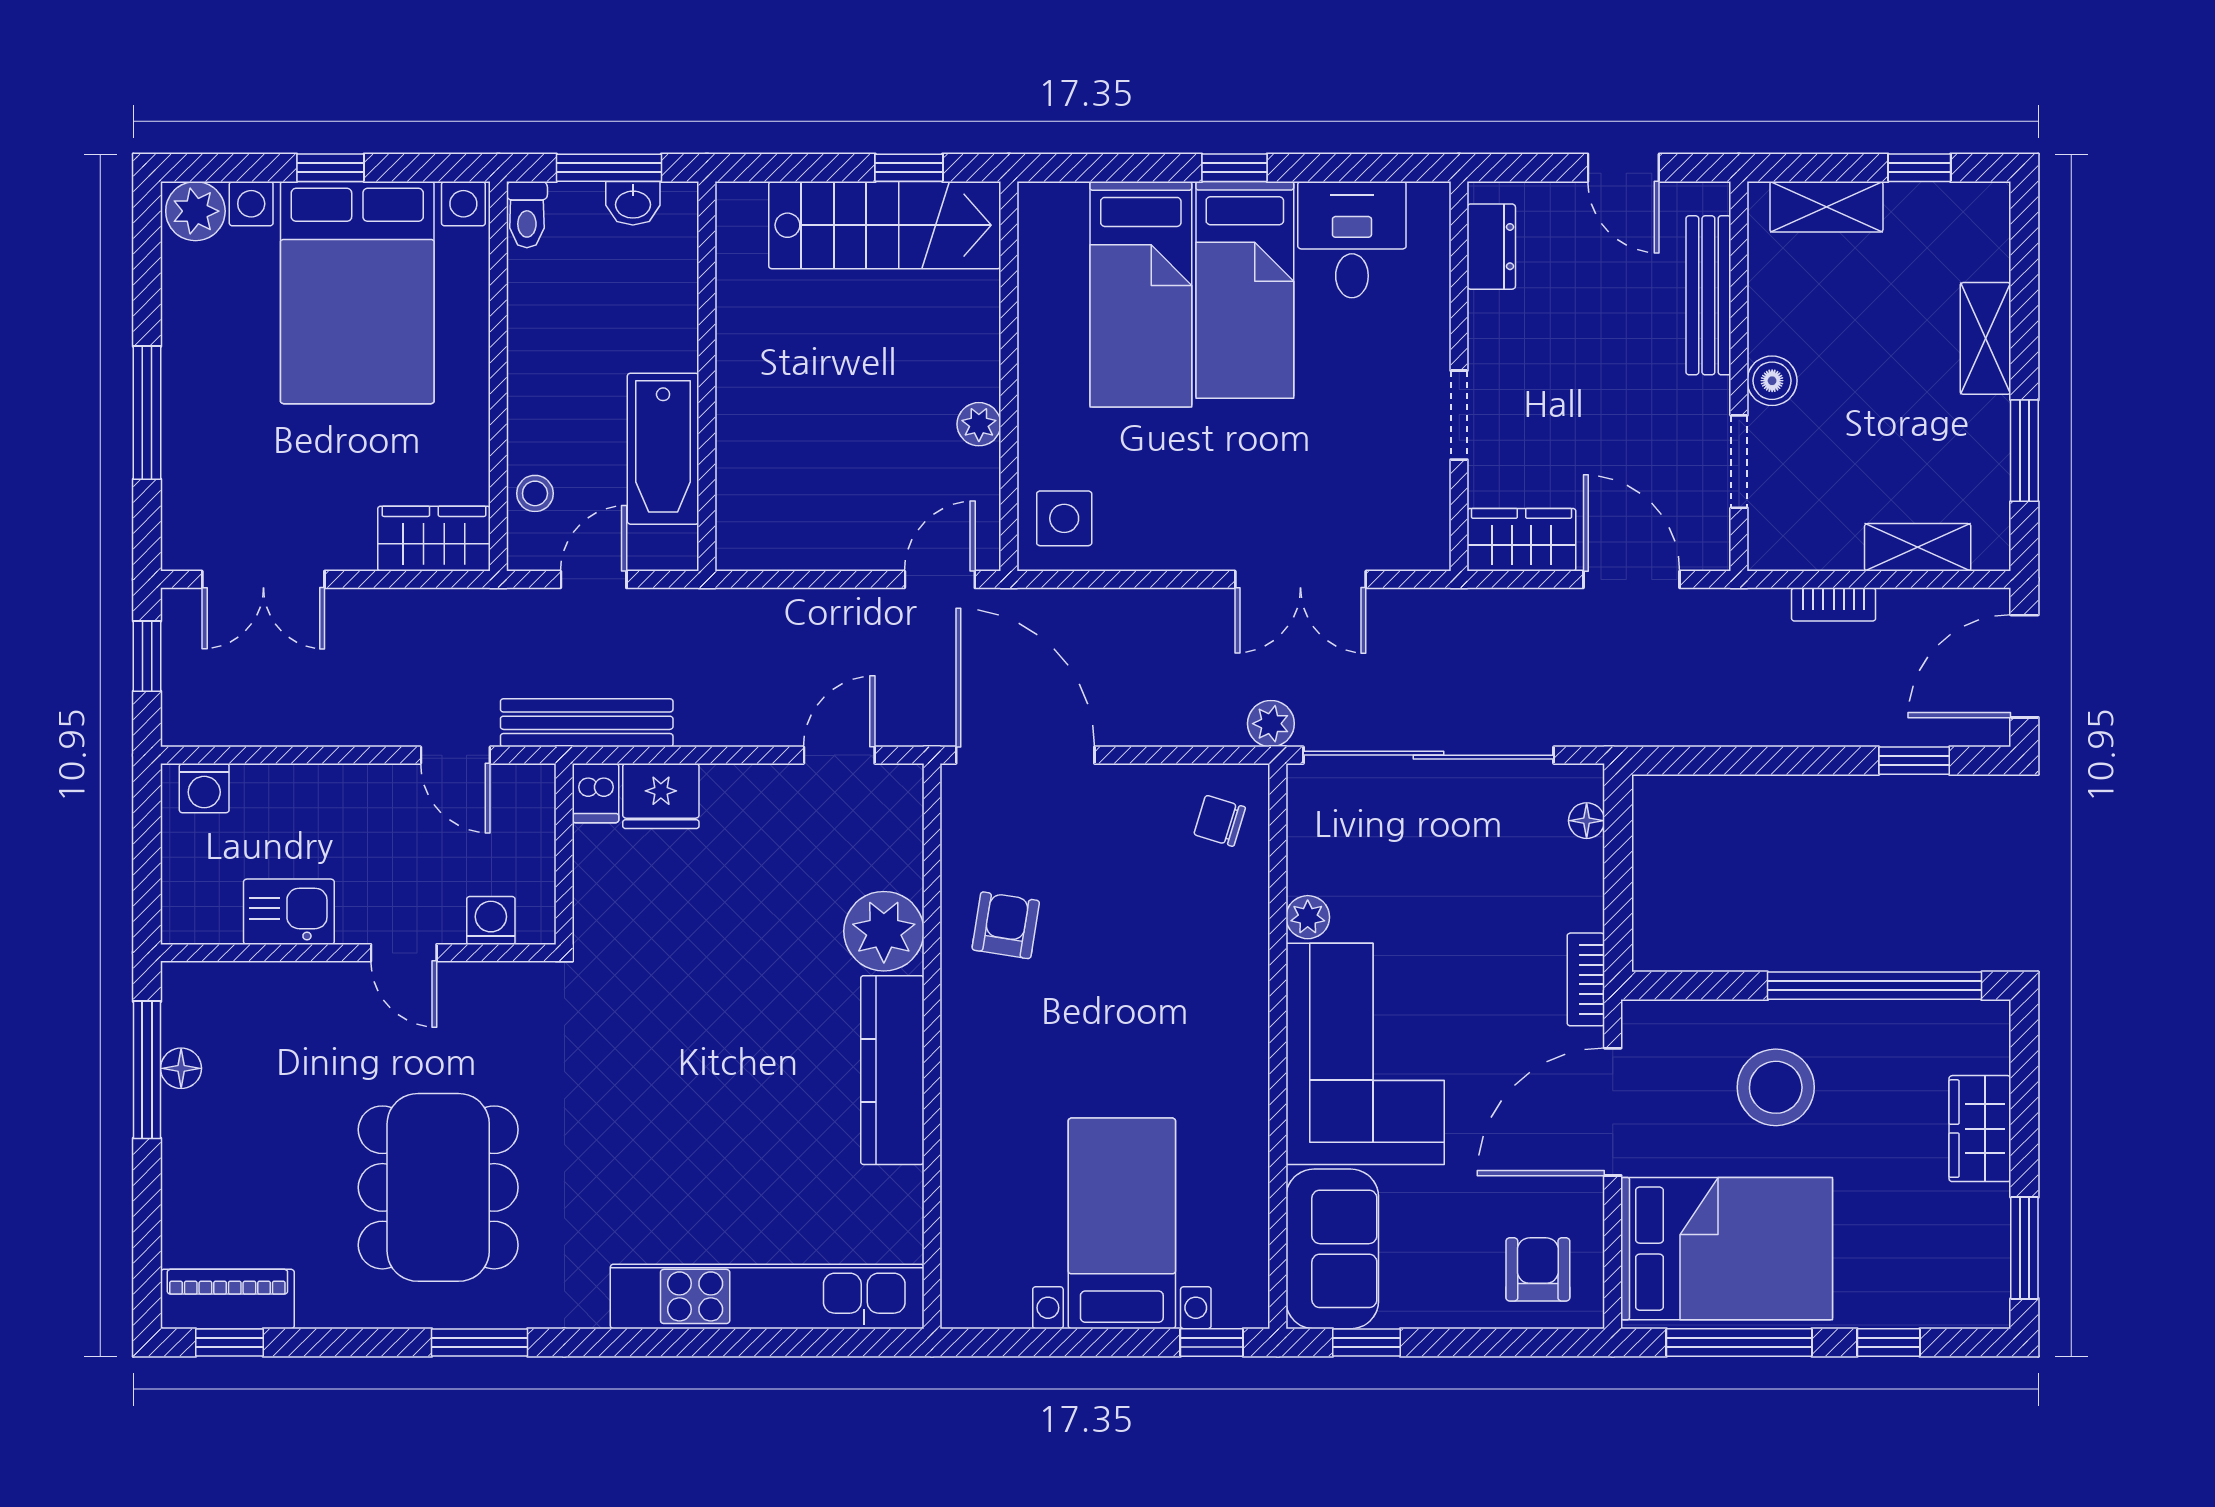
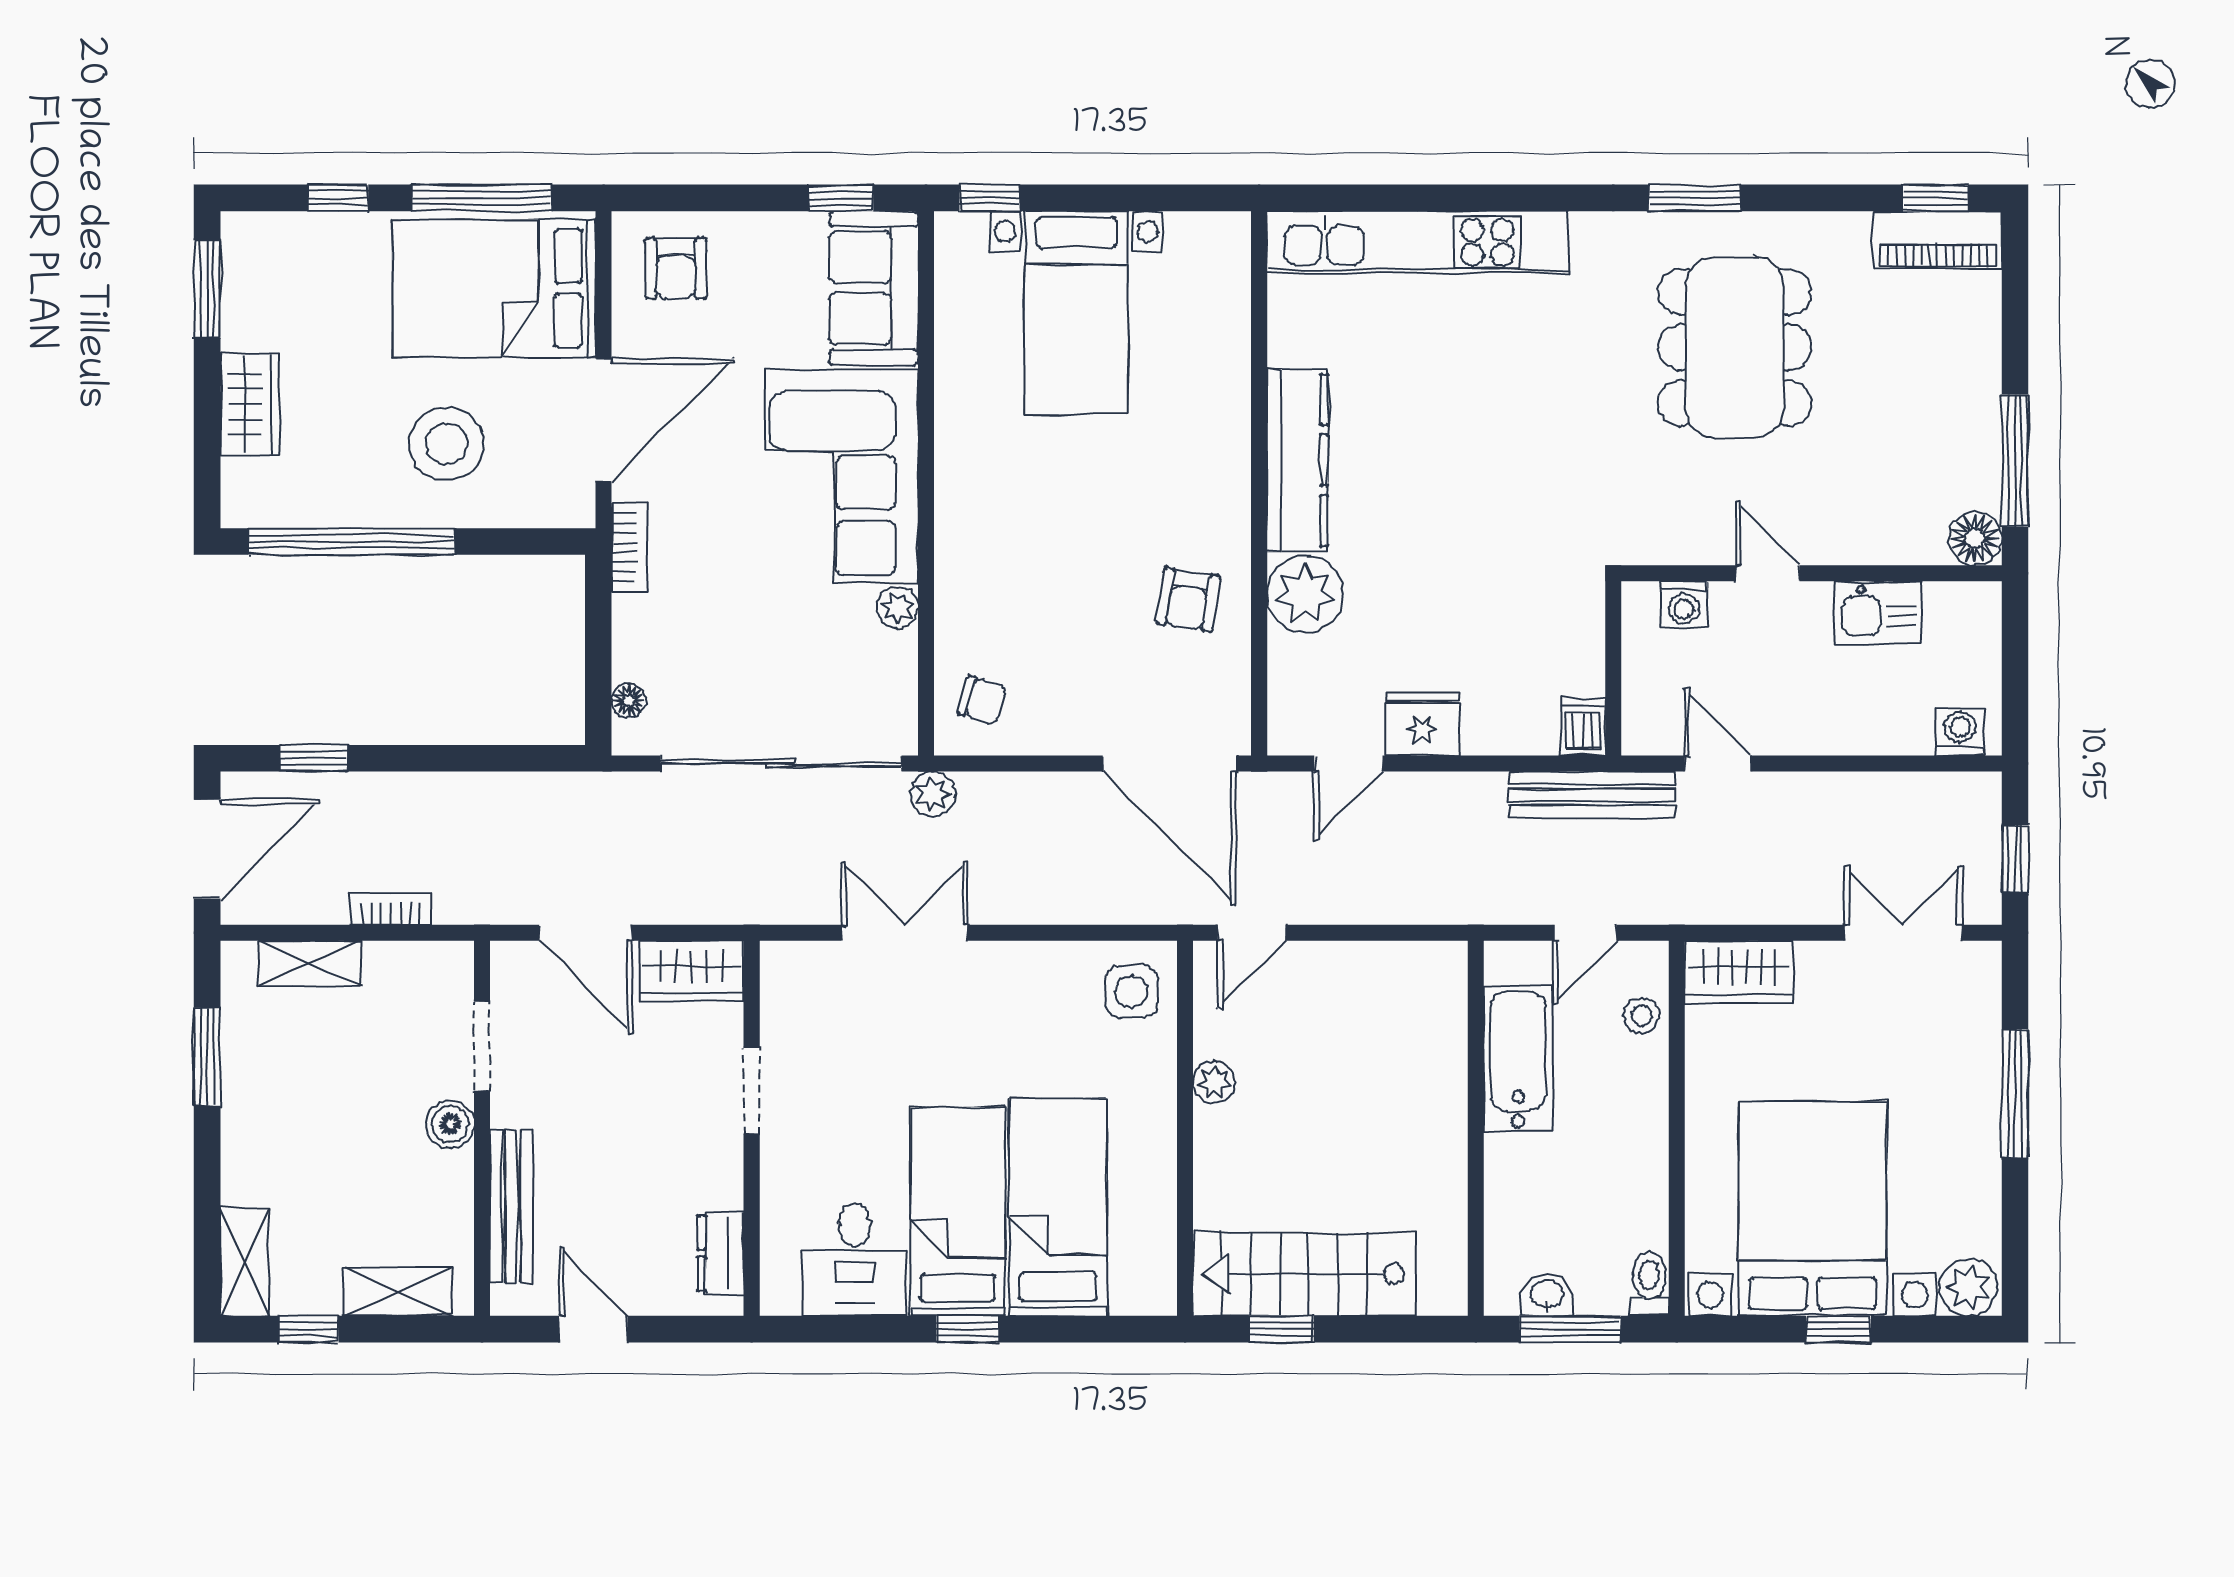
shelving: (1986, 338) -> (245, 1262), moved
fridge: (661, 796) -> (1422, 724), moved
floor lamp: (181, 1068) -> (1975, 538), moved, width x1.37, depth x1.37

